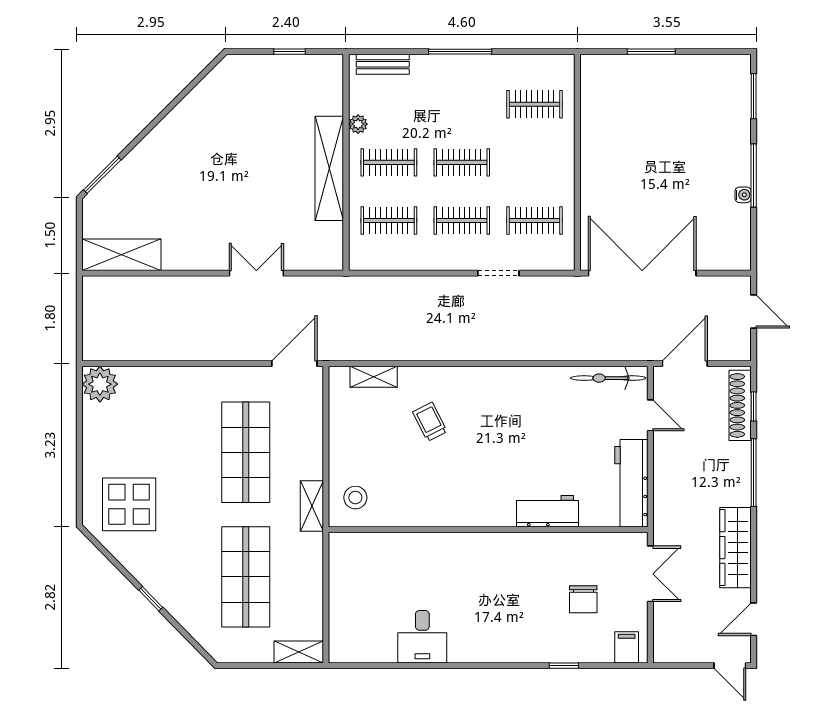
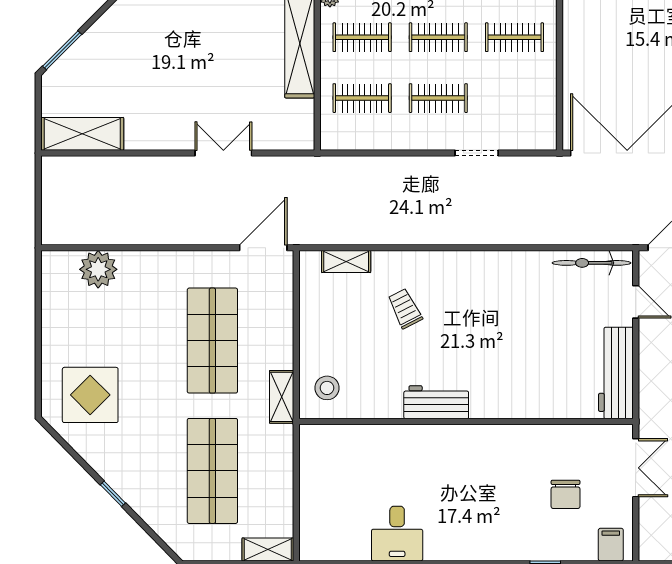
clothes rail: (535, 221) -> (514, 37), moved
plant: (100, 384) -> (98, 269), moved
workbench: (548, 511) -> (436, 402), moved

